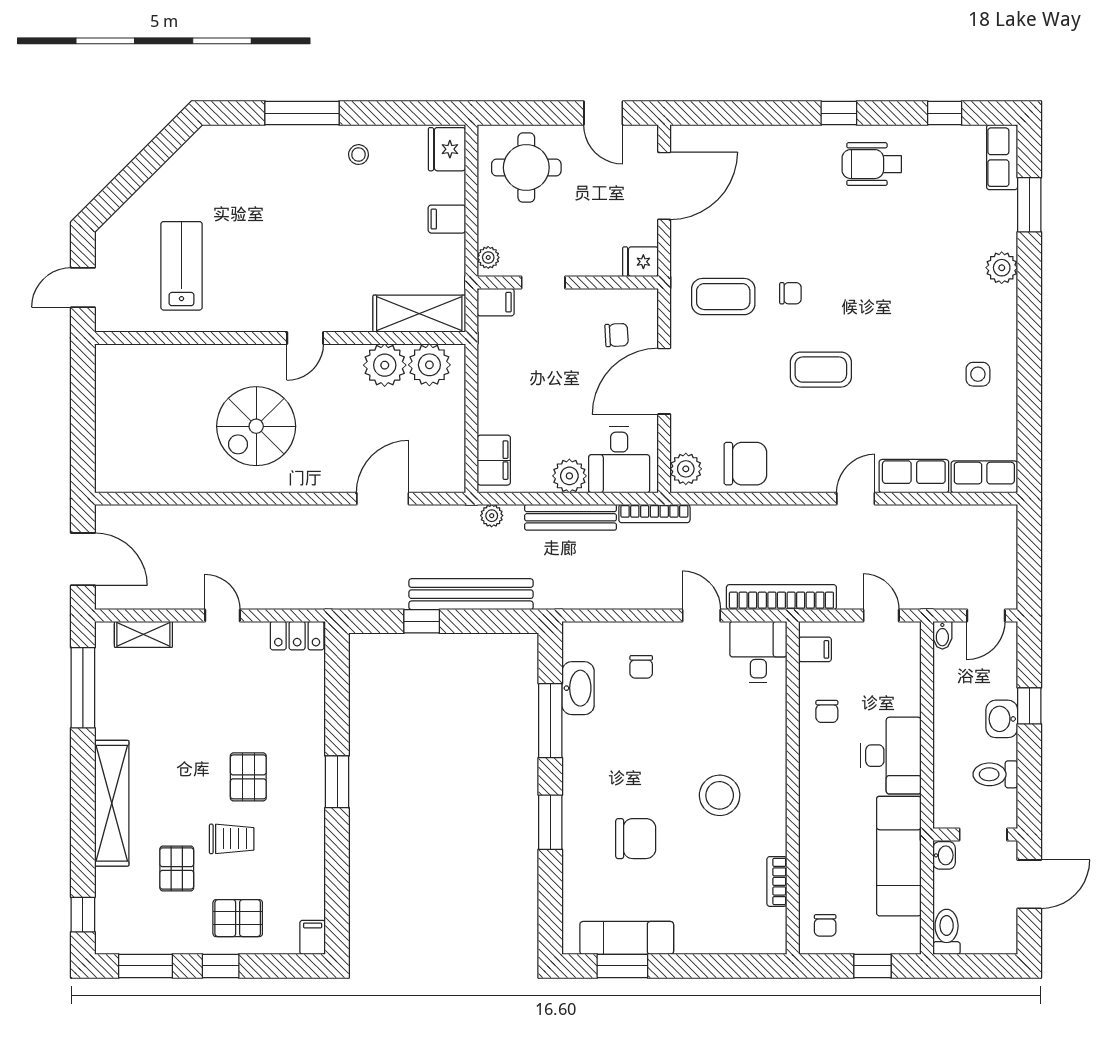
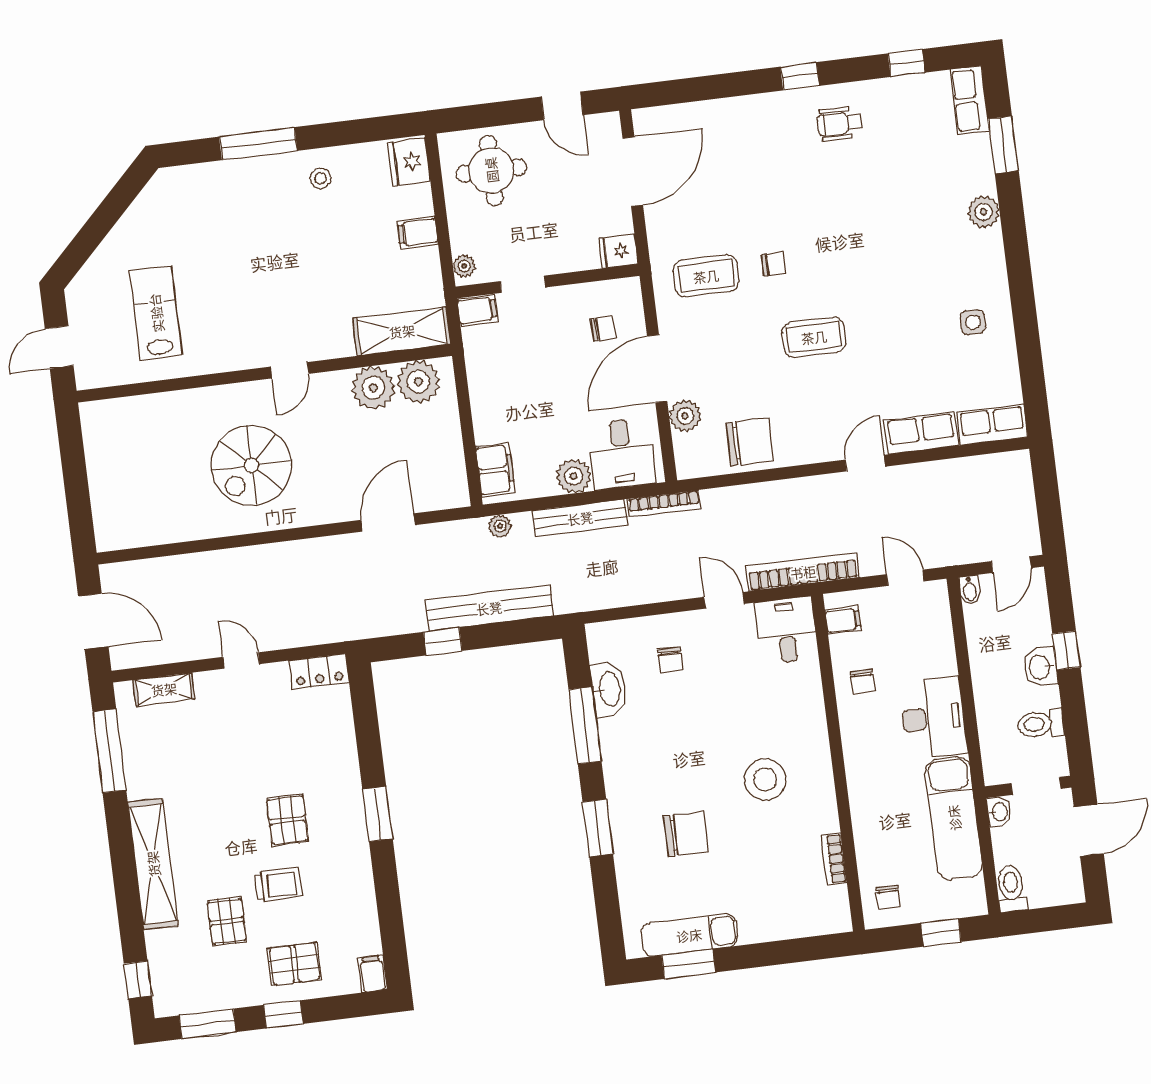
wheelchair: (872, 164) -> (839, 124), width x0.73, depth x0.73
plant: (686, 469) -> (685, 416), moved

